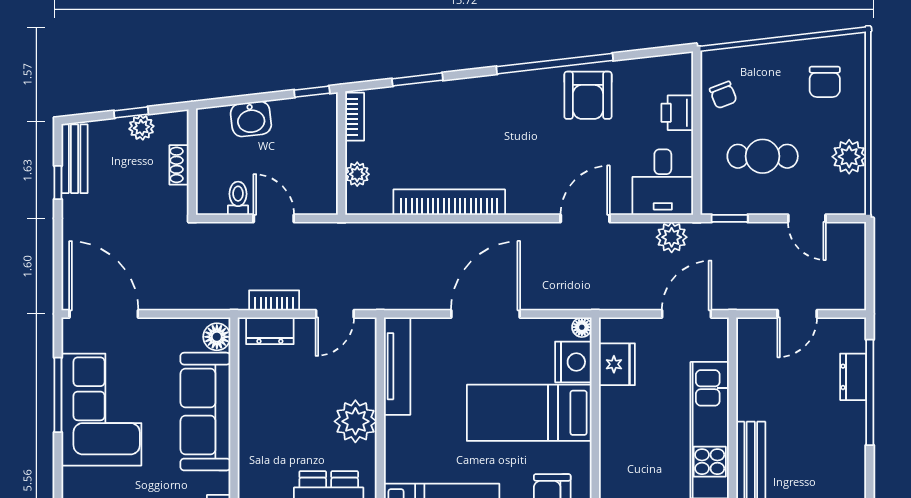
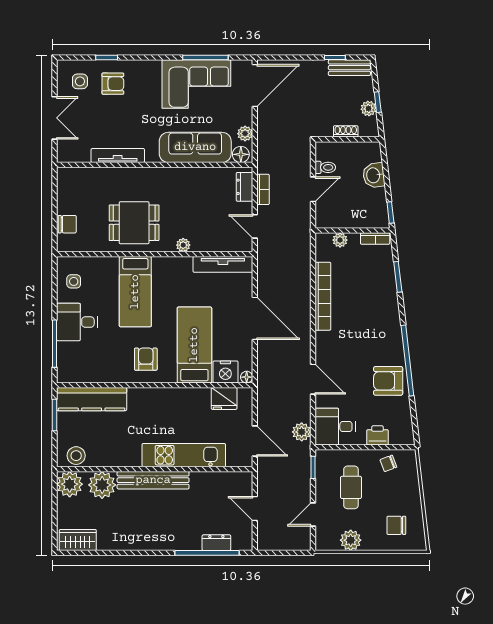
plant: (183, 330) -> (245, 134), added
plant: (355, 421) -> (183, 245), width x0.53, depth x0.53

